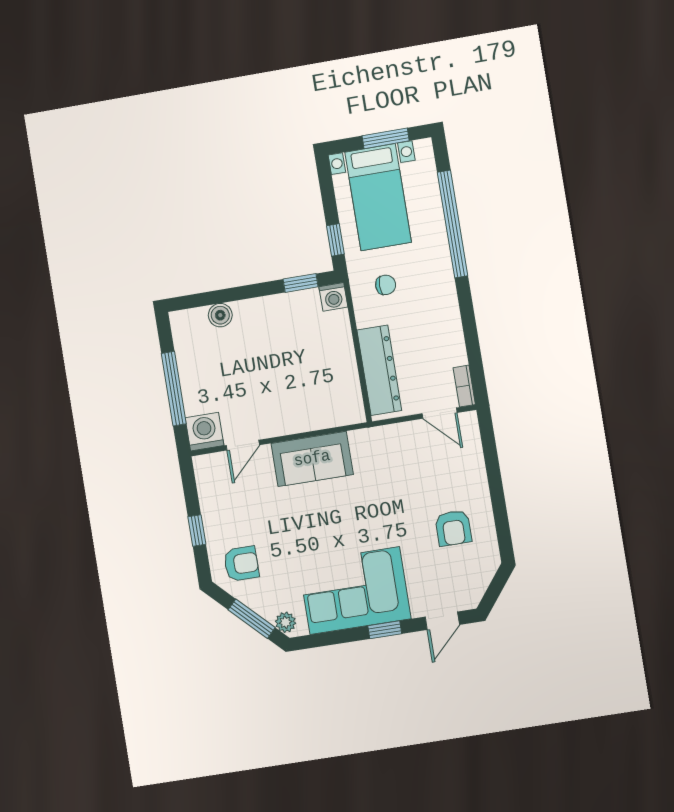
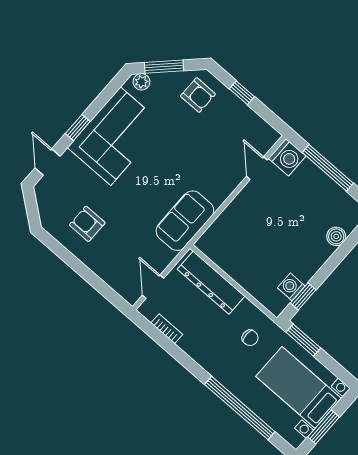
window: (335, 240) -> (303, 340), width x1.50
chair: (386, 285) -> (250, 338), turned -90
washing machine: (333, 297) -> (291, 287), moved
bookcase: (464, 386) -> (167, 329), moved
door: (440, 413) -> (153, 287), hinge flipped
sofa: (312, 459) -> (185, 221), moved
armchair: (241, 564) -> (198, 95), turned -90

